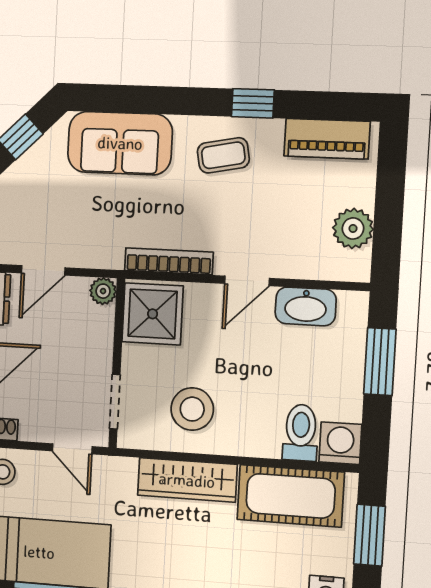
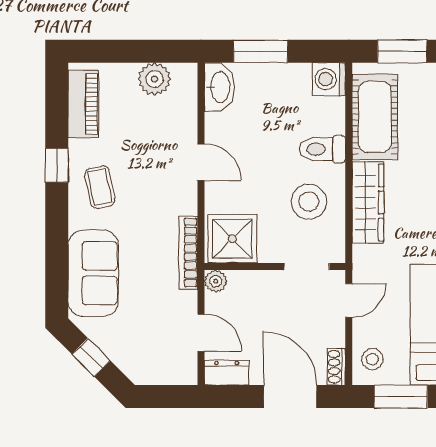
bookcase: (169, 261) -> (188, 253), moved
washbasin: (306, 306) -> (219, 87), moved
toilet: (301, 433) -> (322, 149), moved

